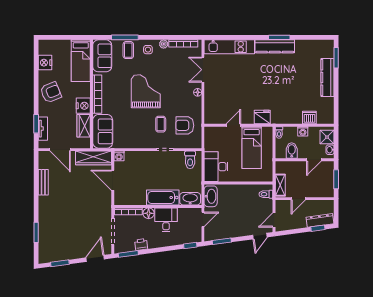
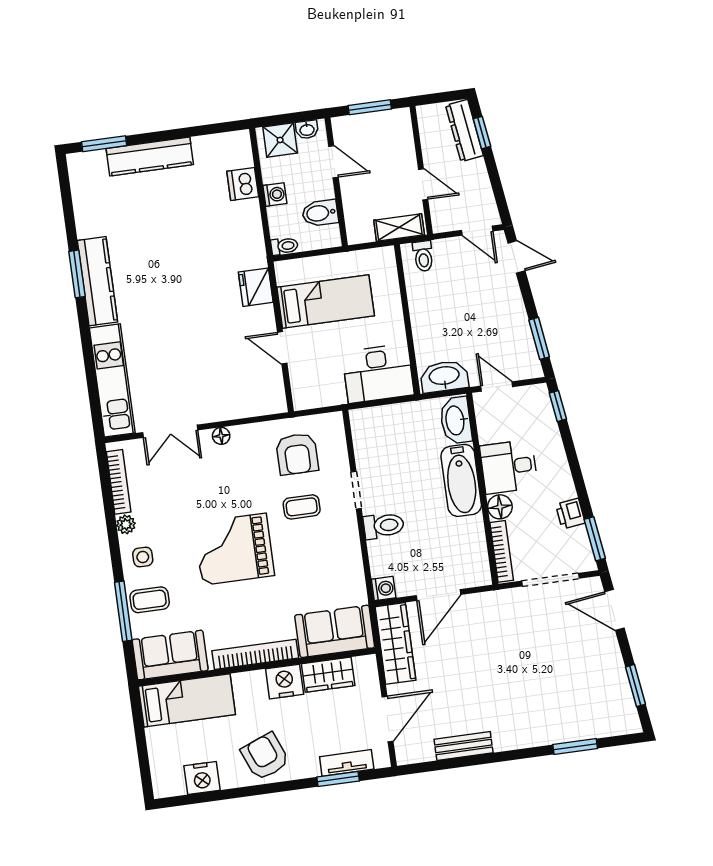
toilet: (190, 160) -> (384, 526), moved

